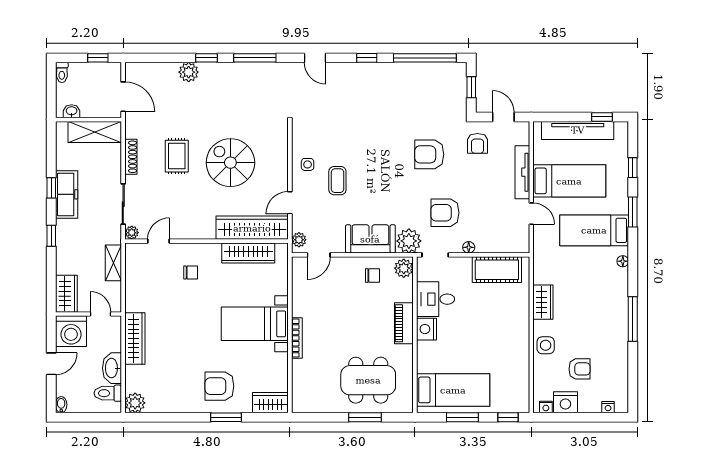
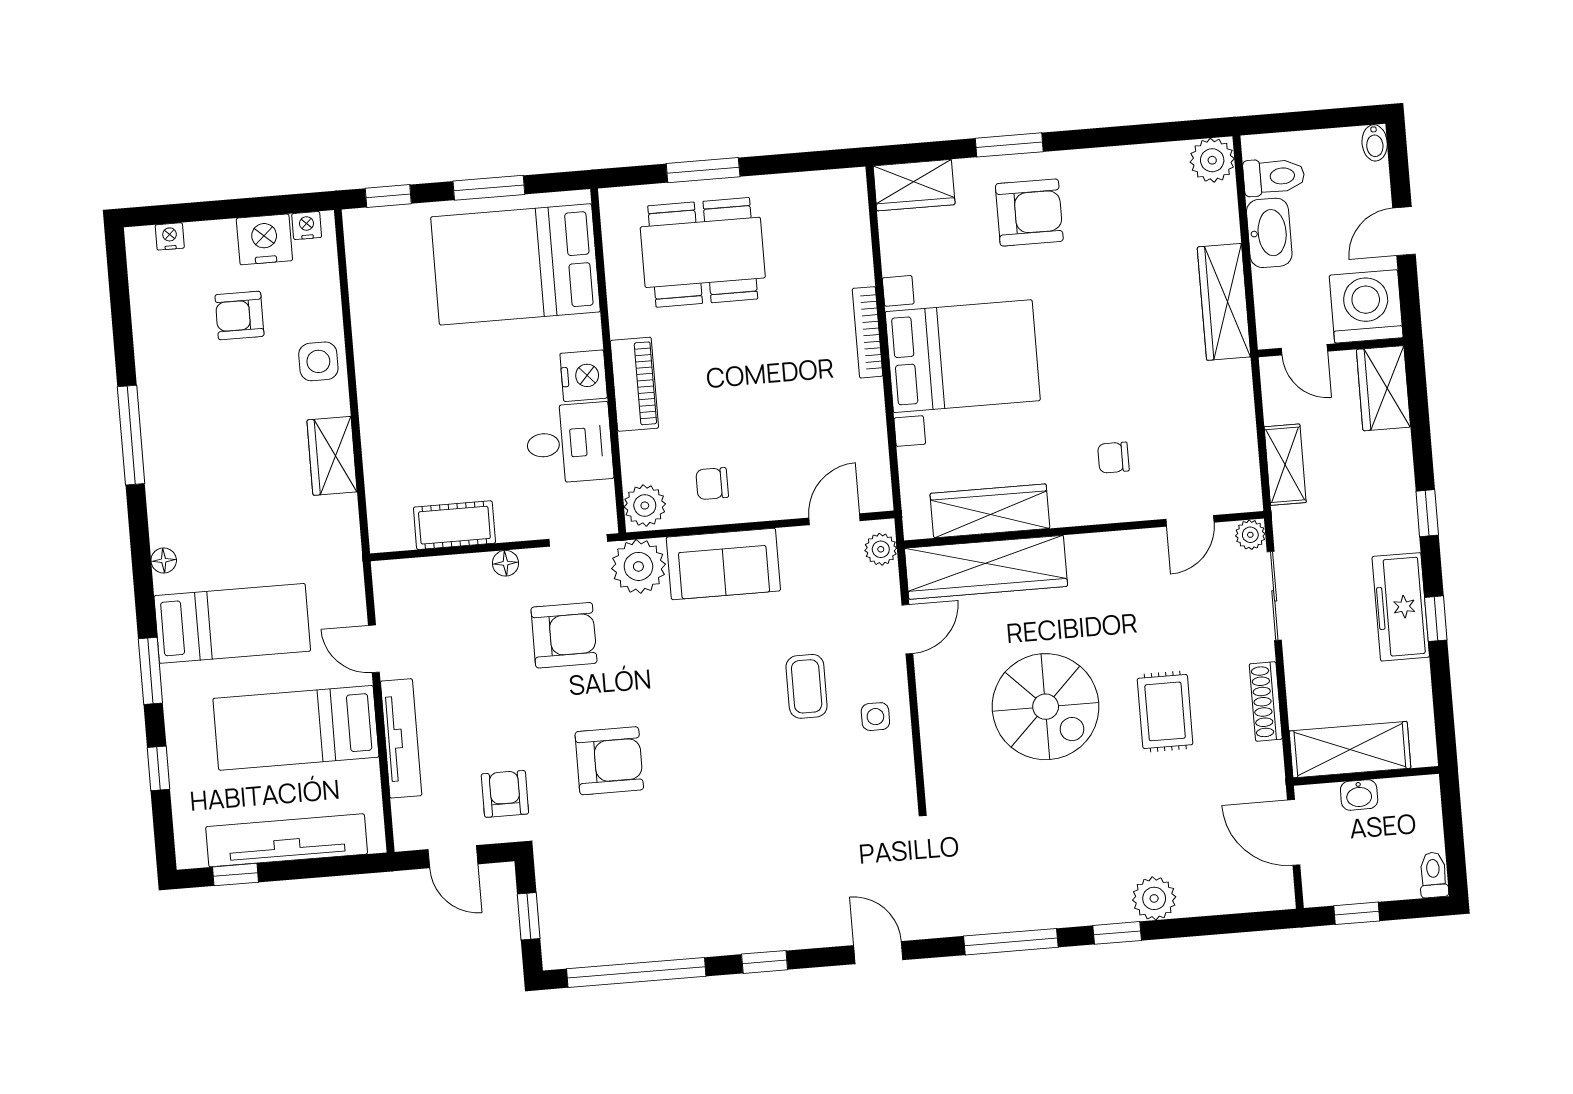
washbasin: (72, 111) -> (1359, 795), moved
cot: (497, 270) -> (454, 525), width x0.73, depth x0.75
bed with nightstands: (255, 324) -> (963, 356), width x1.36
bed: (453, 390) -> (515, 264), width x1.50

